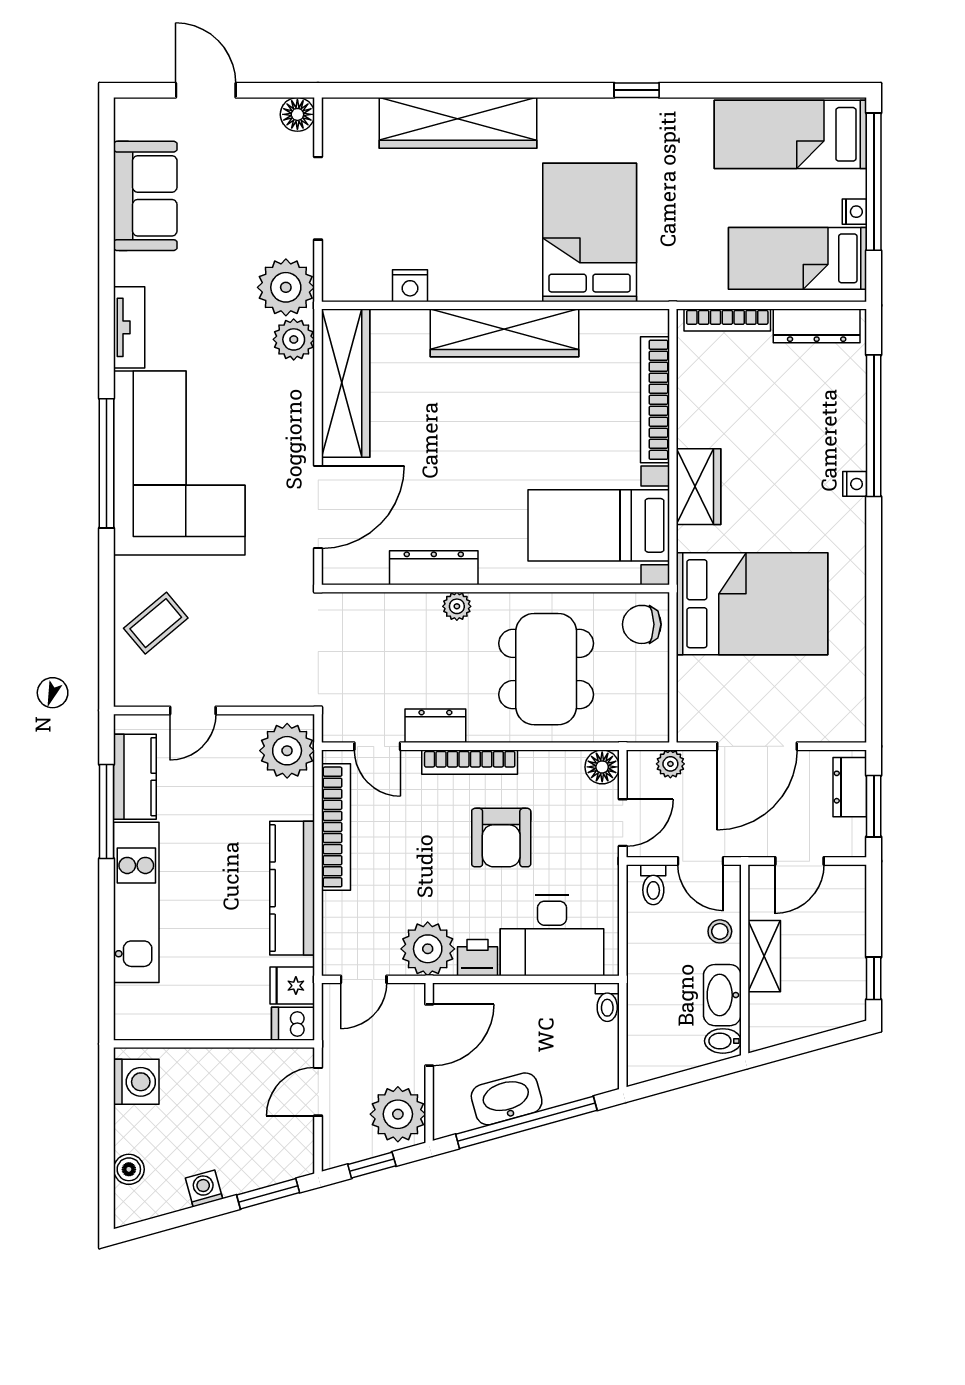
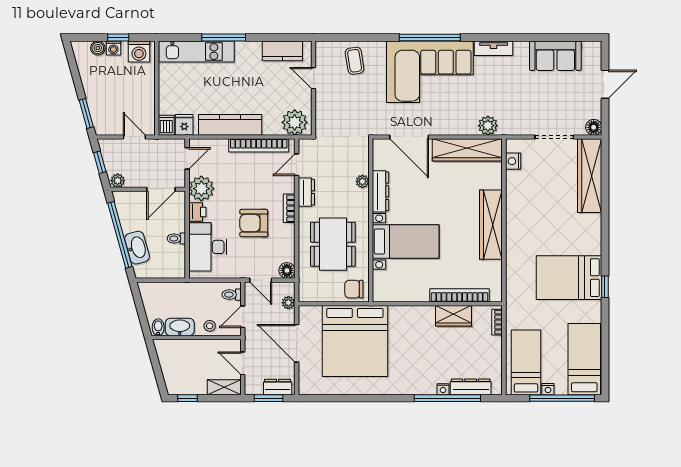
wardrobe: (458, 123) -> (590, 176), moved
bed: (590, 232) -> (569, 278), moved, turned 180
nightstand: (410, 286) -> (513, 161), moved
plant: (286, 287) -> (512, 122), removed
bookcase: (727, 320) -> (497, 322), width x0.64
dresser: (817, 326) -> (471, 387), moved, turned 90
nightstand: (855, 484) -> (443, 389), moved
wardrobe: (699, 487) -> (454, 316), moved
bed with nightstands: (599, 525) -> (406, 241), moved, turned 90
bed: (752, 604) -> (355, 341), width x1.36
plant: (457, 606) -> (362, 181), moved
coffee table: (156, 623) -> (355, 61), turned 31
chair: (642, 624) -> (354, 289), turned -90
dining table: (546, 669) -> (333, 244), turned 90
bookcase: (470, 762) -> (289, 208), width x0.64
window: (106, 812) -> (224, 38), moved
kitchen unit: (136, 902) -> (197, 52), moved
shelving: (764, 956) -> (224, 387), moved
door: (364, 979) -> (187, 158), swing flipped
toilet: (607, 1002) -> (176, 239), moved
door: (429, 1035) -> (161, 189), hinge flipped
washbasin: (507, 1099) -> (137, 248), moved
plant: (398, 1114) -> (118, 181), width x0.53, depth x0.53
window: (106, 1126) -> (118, 38), added
washing machine: (204, 1188) -> (113, 48), moved, turned 105

